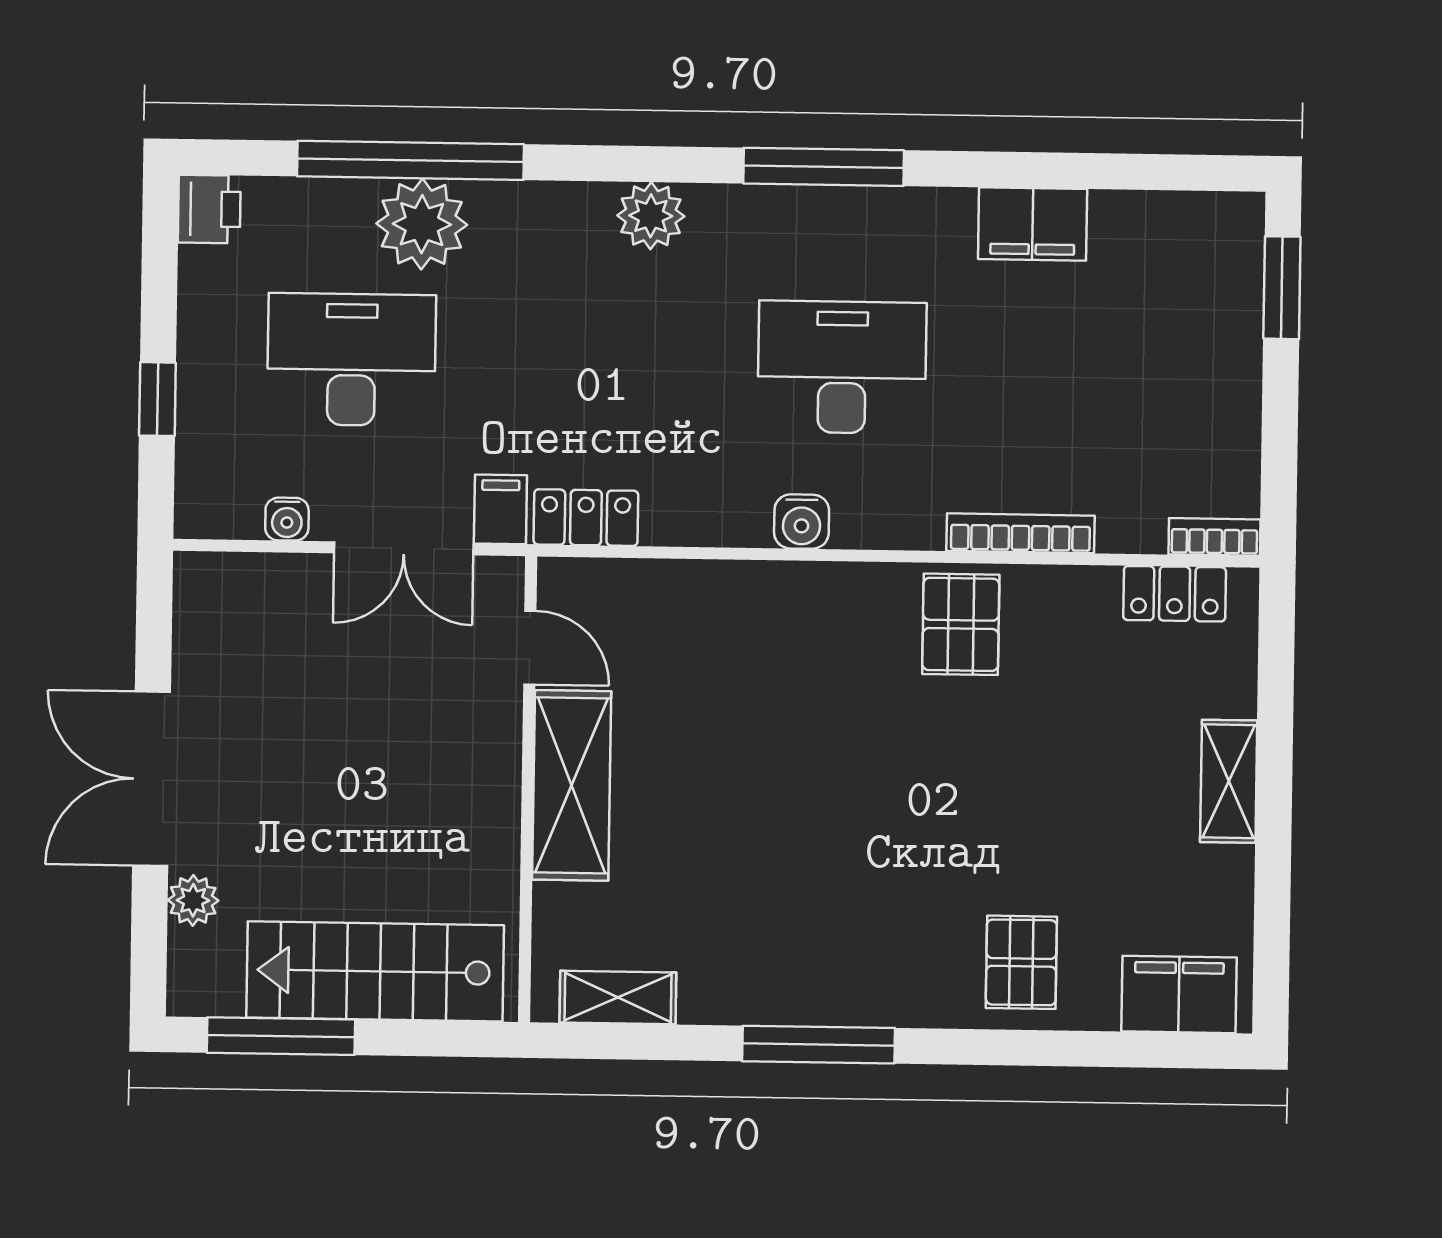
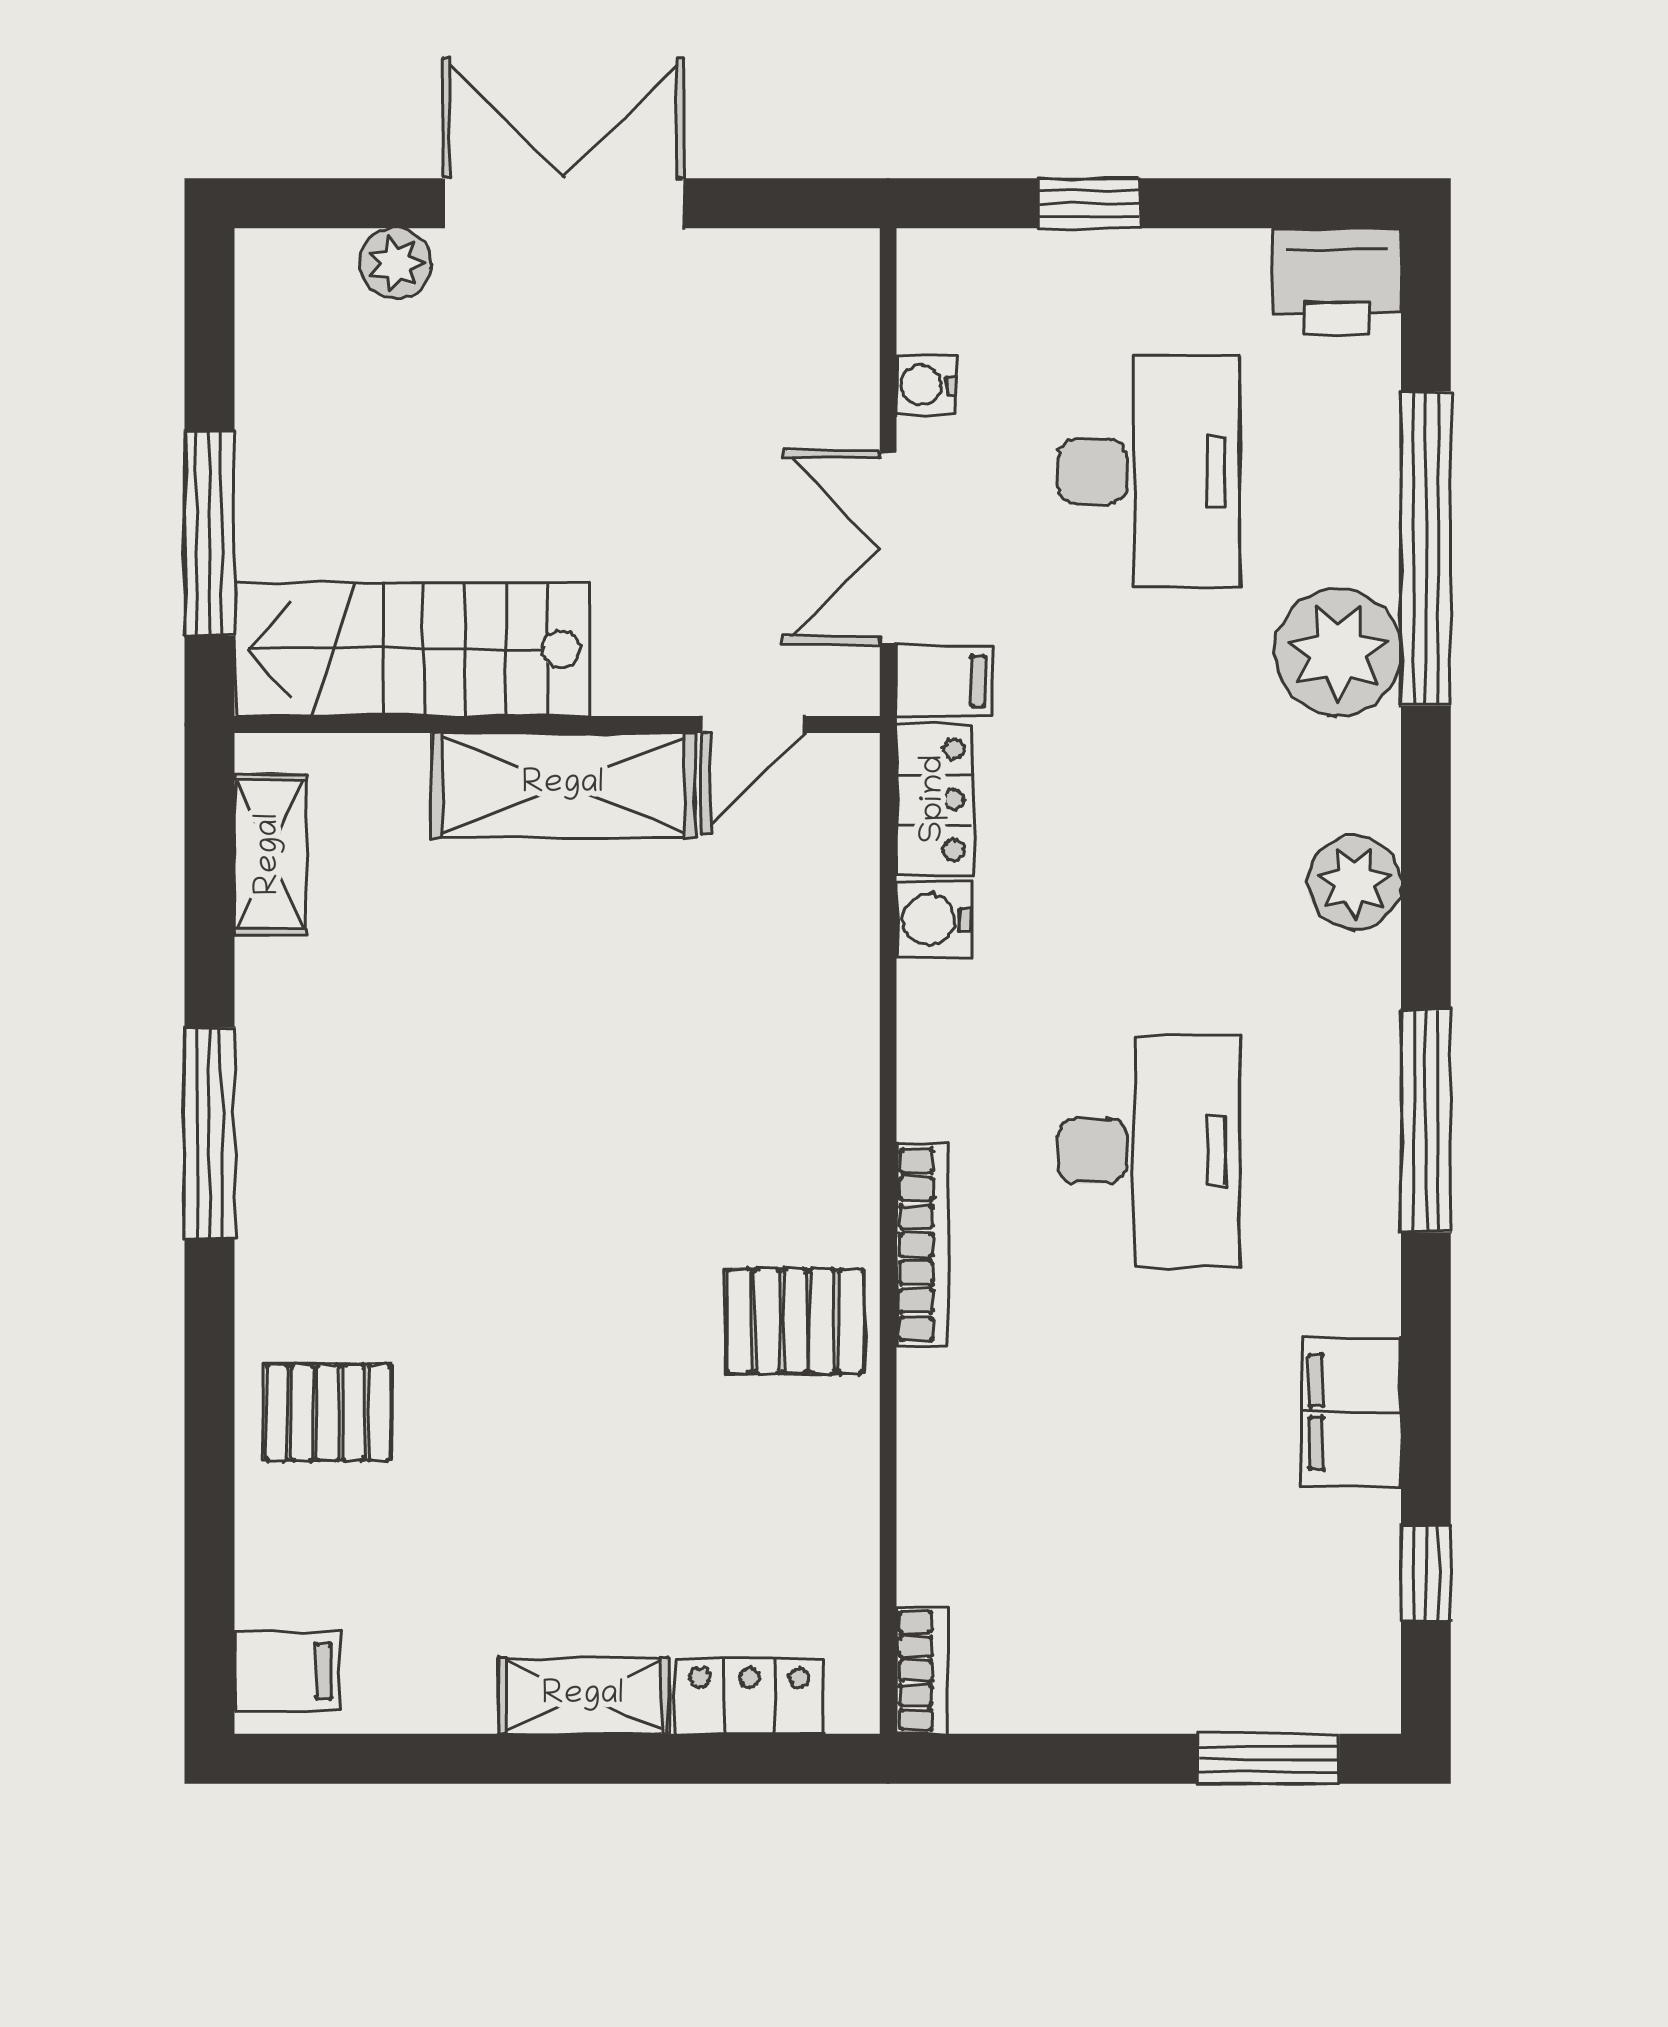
window: (1149, 172) -> (1426, 1573), added
printer: (209, 209) -> (1337, 281), width x1.36, depth x1.24
plant: (422, 224) -> (1338, 652), moved
water cooler: (802, 522) -> (934, 920), moved
bookcase: (1020, 533) -> (922, 1245), moved
locker: (1175, 594) -> (749, 1696), moved, turned 90
stairs: (375, 971) -> (412, 649), moved, turned -90
filing cabinet: (1179, 994) -> (287, 1671), width x0.50
window: (281, 1036) -> (210, 533), moved

